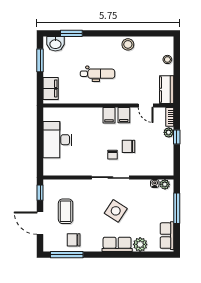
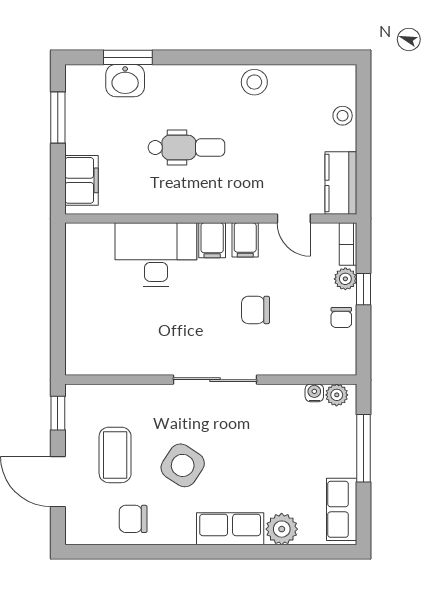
washbasin: (55, 44) -> (125, 81), moved
desk: (57, 140) -> (156, 255), moved, turned 90
chair: (113, 155) -> (341, 317), moved
side table: (116, 211) -> (183, 465), moved
window: (67, 255) -> (118, 552), removed

